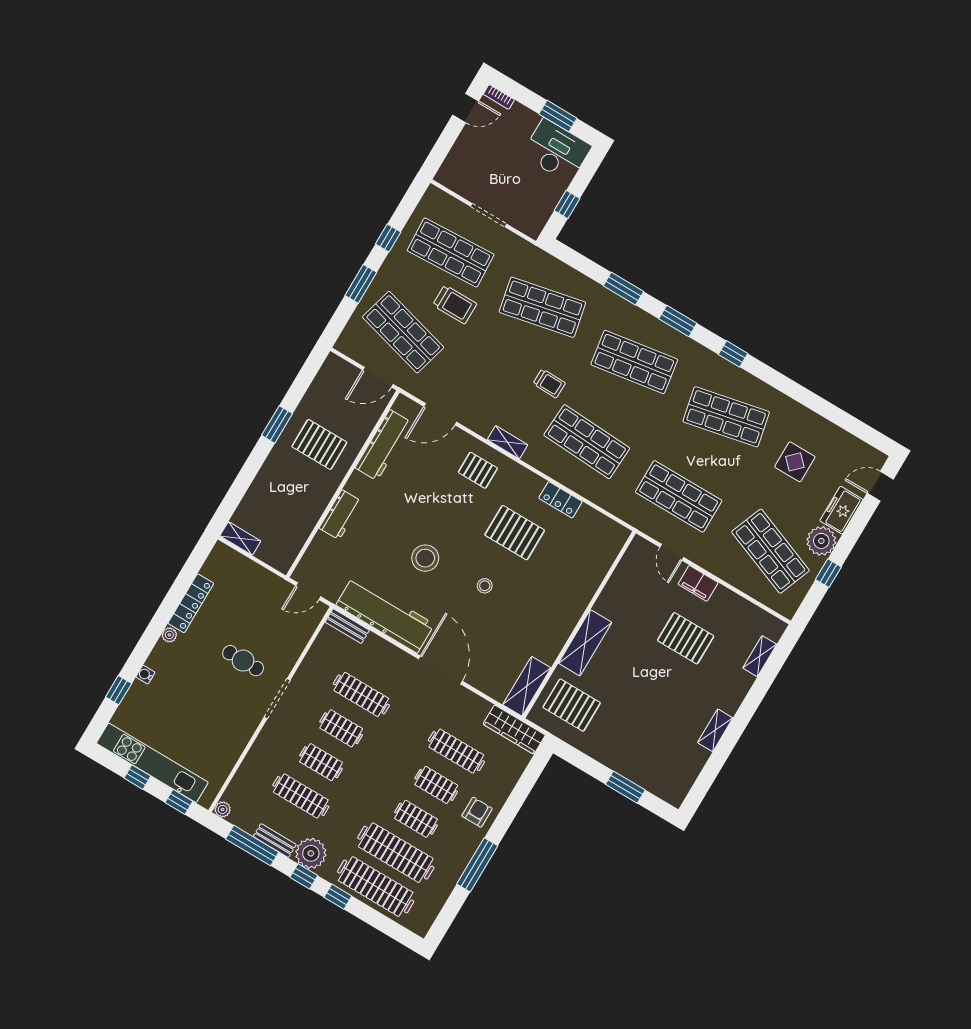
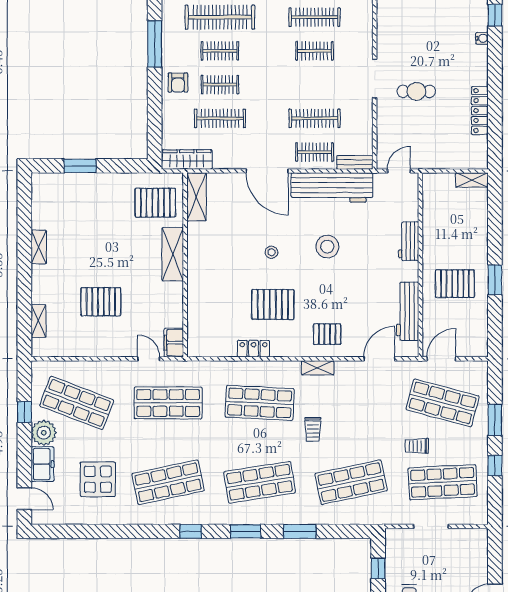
trolley: (455, 304) -> (417, 446), width x0.73, depth x0.72
trolley: (549, 383) -> (313, 429), turned -91
display table: (795, 462) -> (98, 479), width x1.36, depth x1.36
door: (880, 486) -> (24, 499), hinge flipped
filing cabinet: (698, 583) -> (174, 343), moved, turned -90
plant: (169, 635) -> (482, 78), removed
clothes rail: (341, 728) -> (315, 152), moved

